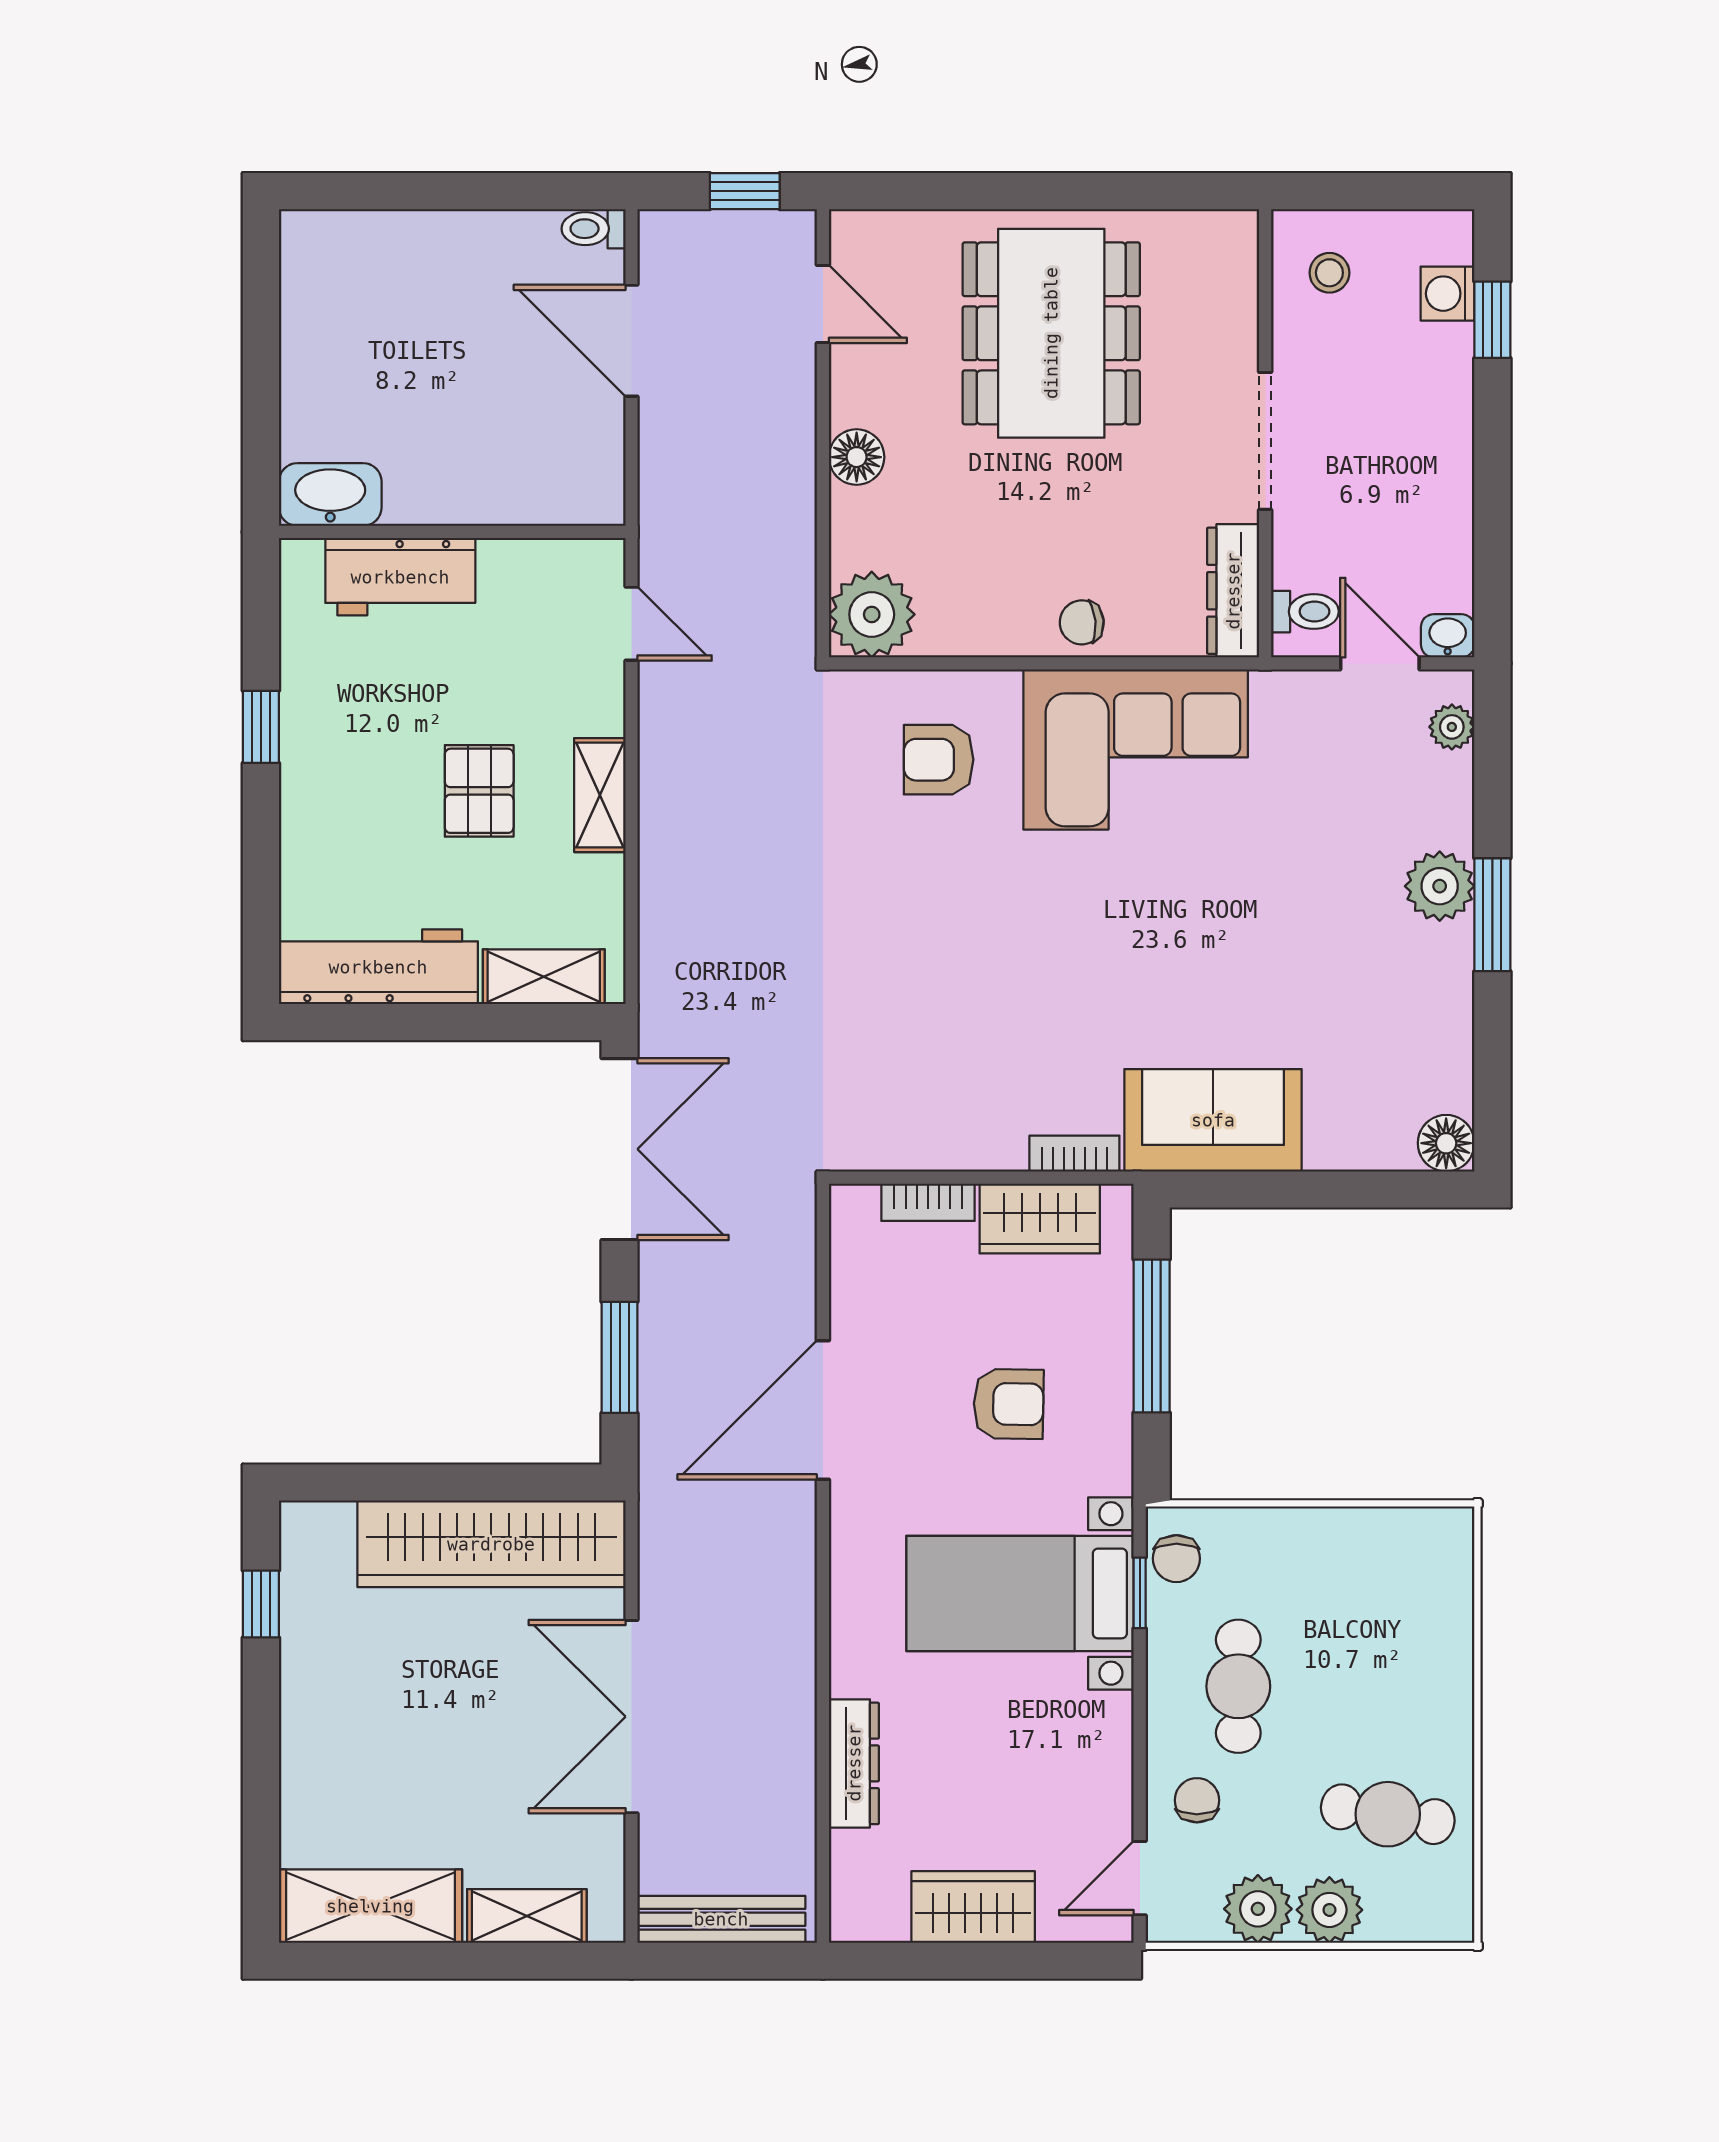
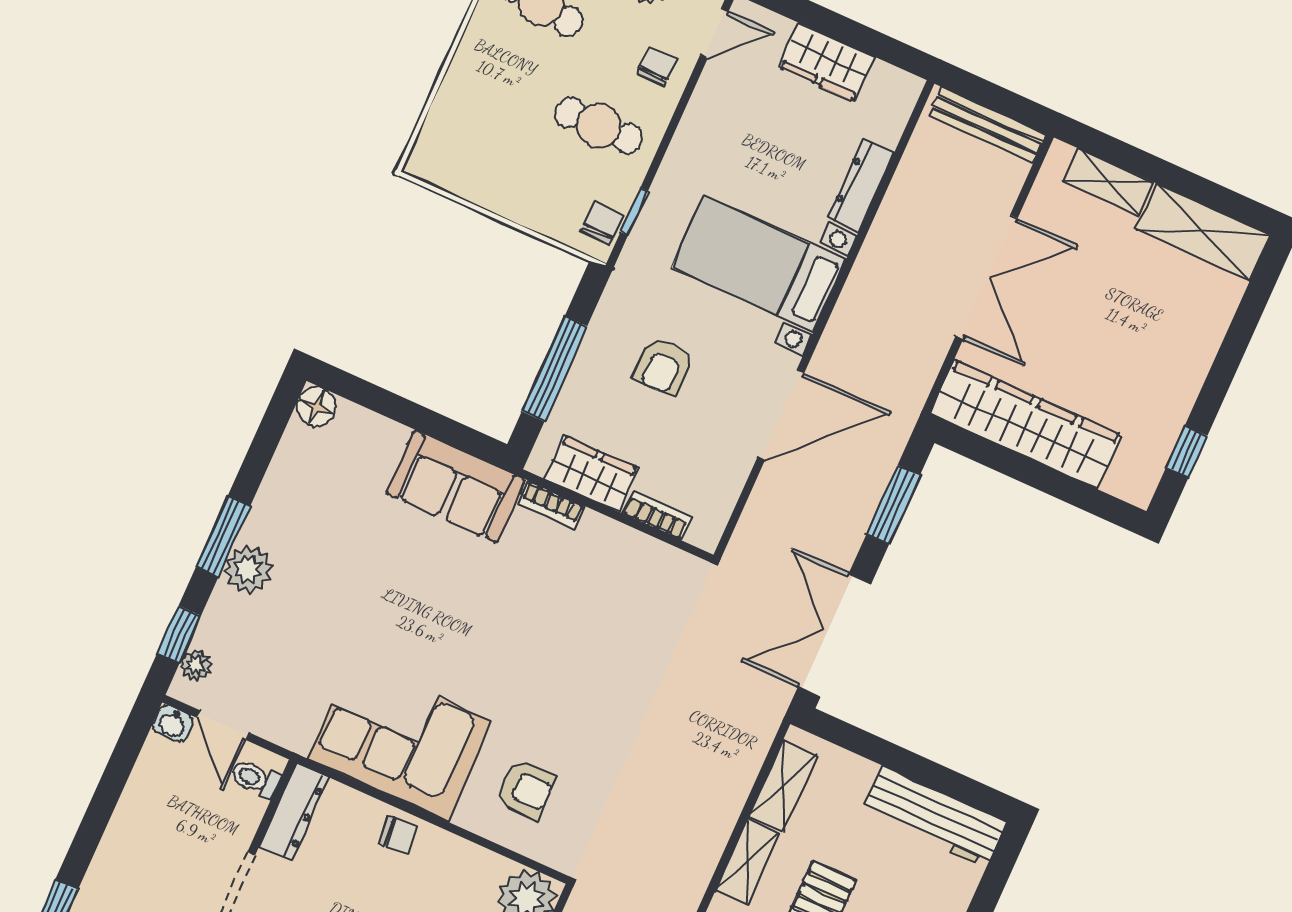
window: (1492, 758) -> (179, 635), added
shelving: (544, 977) -> (783, 786), moved, turned 90
armchair: (1009, 1404) -> (663, 367), turned -91
bed with nightstands: (1020, 1593) -> (759, 264), moved, turned 180
cafe table: (1238, 1686) -> (599, 125), turned 90
chair: (1197, 1800) -> (657, 66), turned 180

